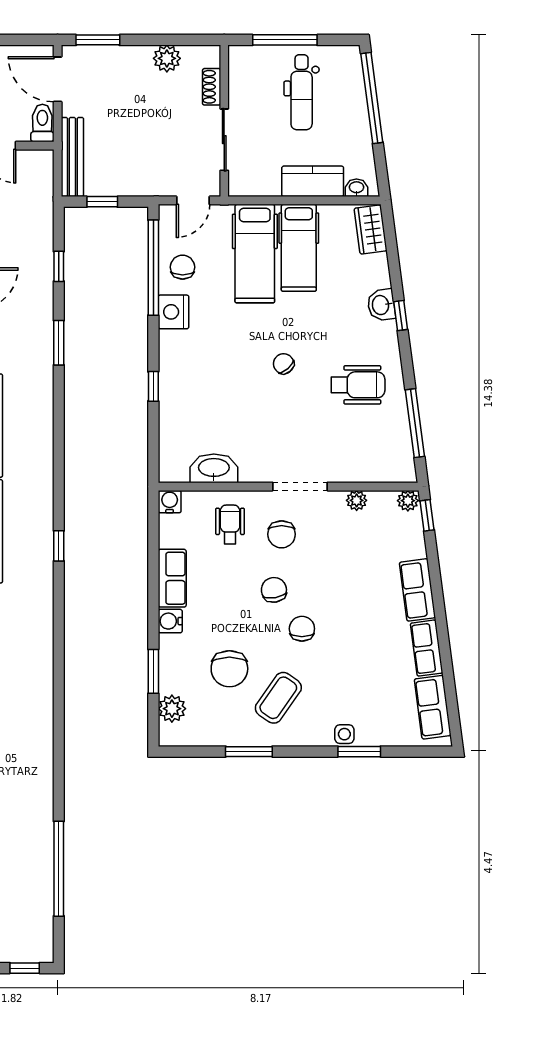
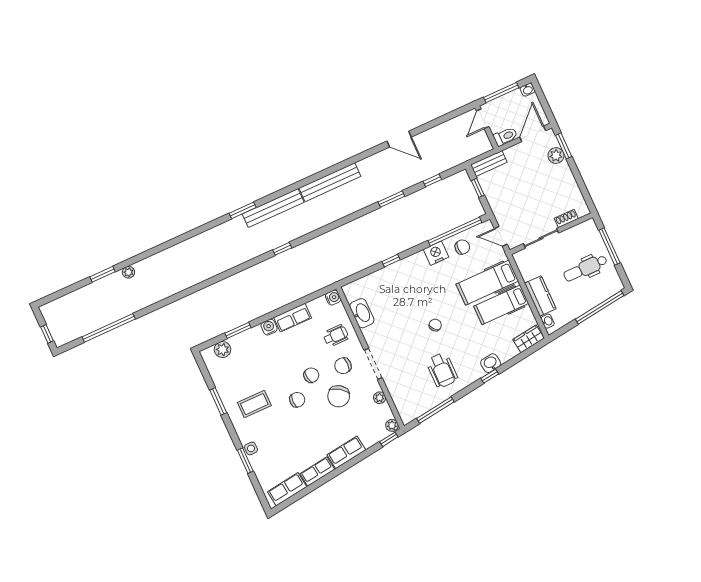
plant: (167, 58) -> (556, 156), moved
bench: (72, 157) -> (489, 163), width x0.73
chair: (229, 669) -> (339, 396), moved, turned -56
coffee table: (278, 698) -> (254, 404), turned -35

